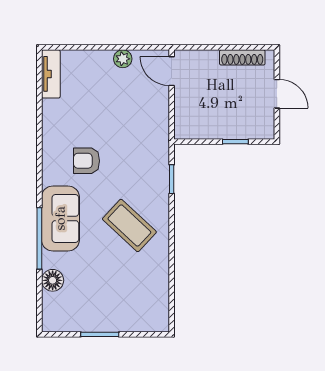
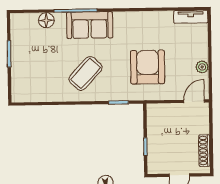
armchair: (87, 161) -> (148, 67), moved, width x1.88, depth x1.88

